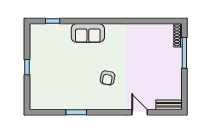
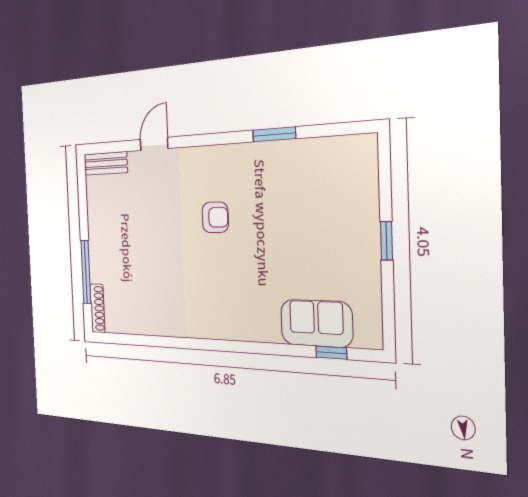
sofa: (88, 33) -> (316, 323), moved
armchair: (108, 78) -> (215, 217), turned 79
door: (140, 112) -> (154, 144), swing flipped

